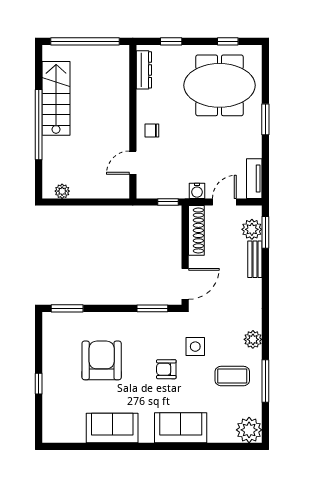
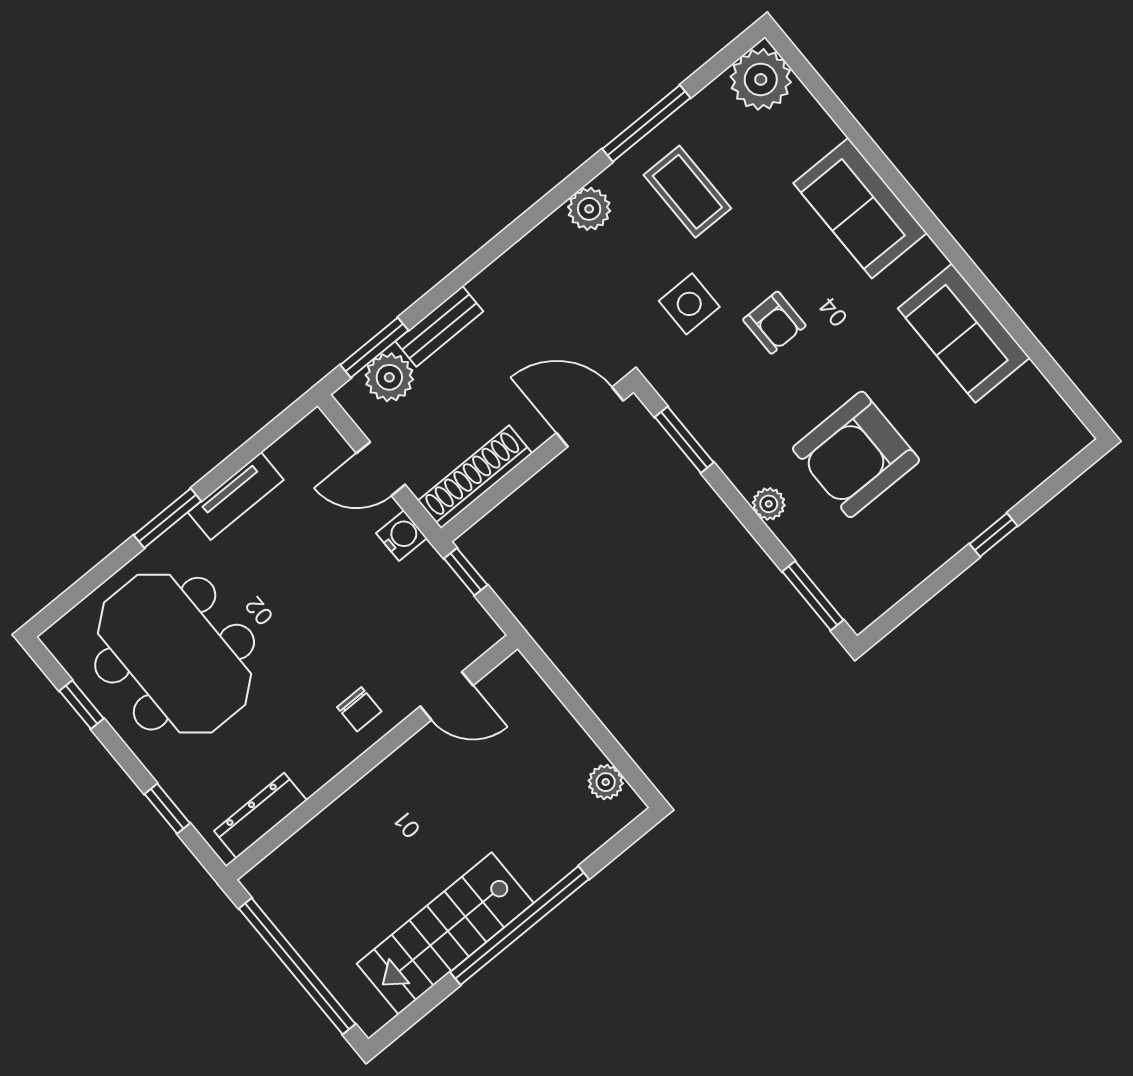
tv unit: (254, 179) -> (236, 496), moved
plant: (109, 319) -> (769, 504), added

